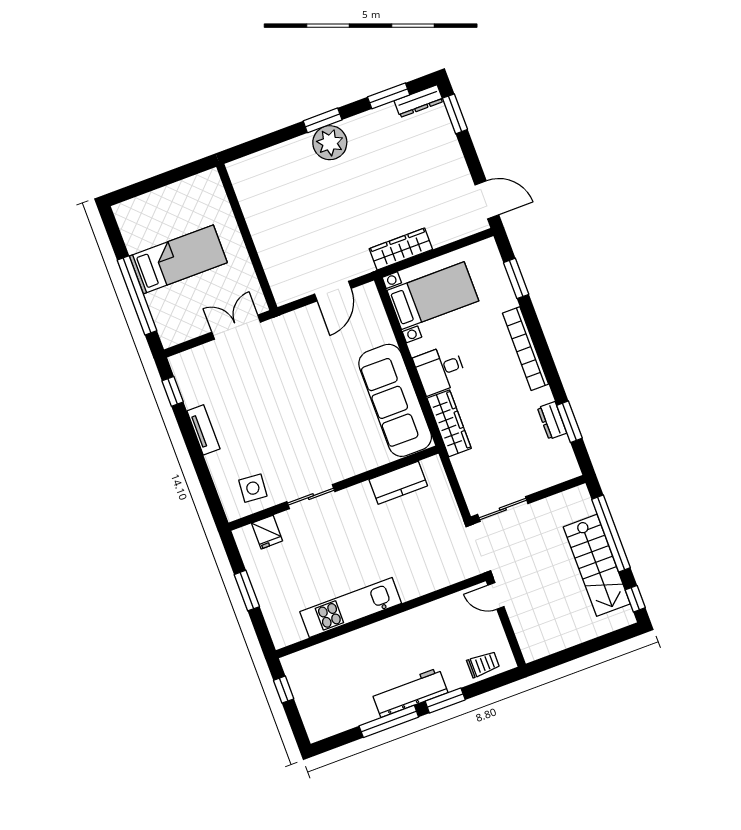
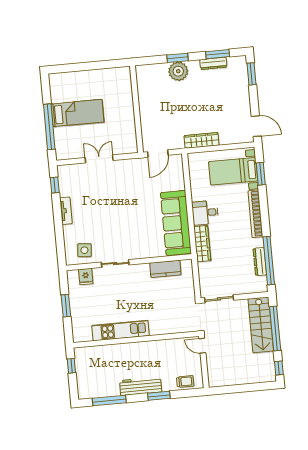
dresser: (419, 101) -> (213, 63), moved
wall: (247, 237) -> (137, 109), moved
bed with nightstands: (433, 296) -> (233, 171), moved, turned 180
dresser: (552, 420) -> (260, 262), width x1.44
window: (569, 422) -> (269, 261), width x2.11
stairs: (597, 565) -> (261, 325), moved
window: (389, 721) -> (109, 400), moved

